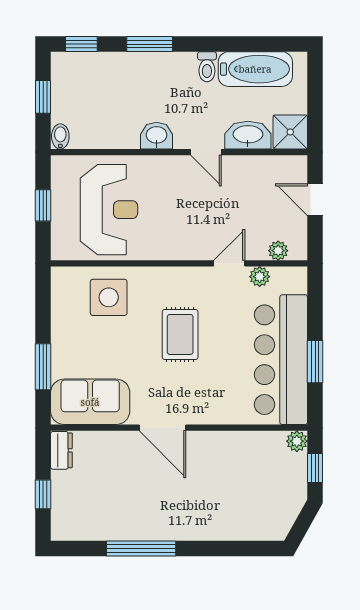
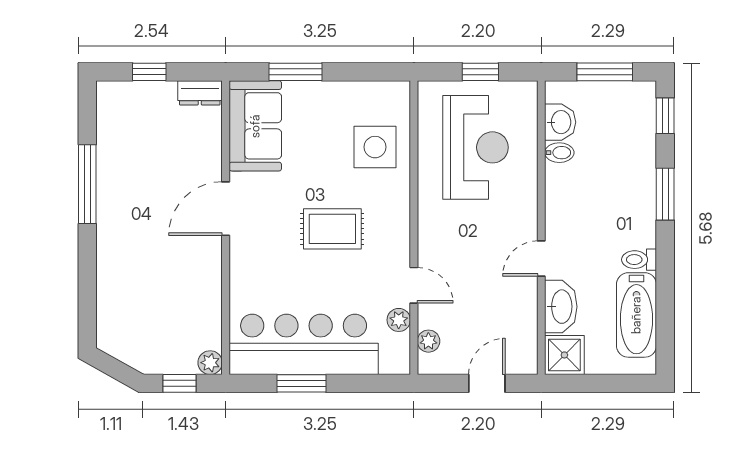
window: (43, 97) -> (605, 72), width x1.50
bidet: (60, 136) -> (559, 153), moved
washbasin: (157, 136) -> (560, 122), moved
reception desk: (109, 210) -> (475, 147), turned -90

